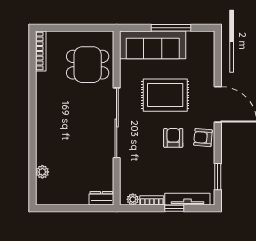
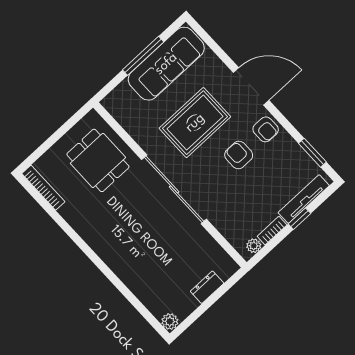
sofa: (153, 45) -> (166, 64), moved
dining table: (88, 65) -> (98, 160), turned 90
armchair: (203, 138) -> (266, 129), turned -95
plant: (42, 172) -> (170, 321), moved
dresser: (101, 198) -> (207, 287), moved

